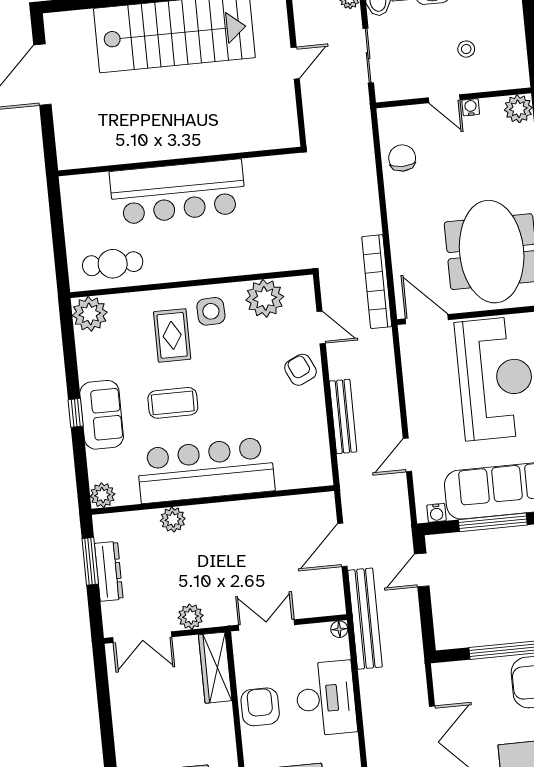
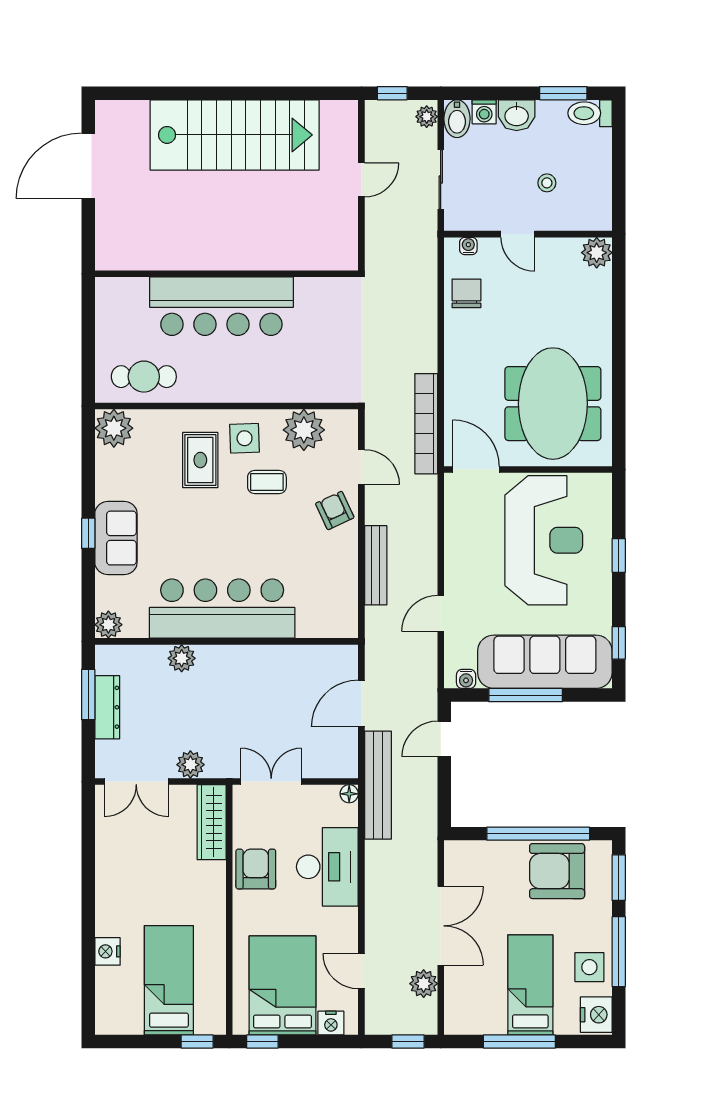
water cooler: (471, 107) -> (468, 246), moved
coffee table: (173, 403) -> (267, 482), moved, width x0.73, depth x0.77

